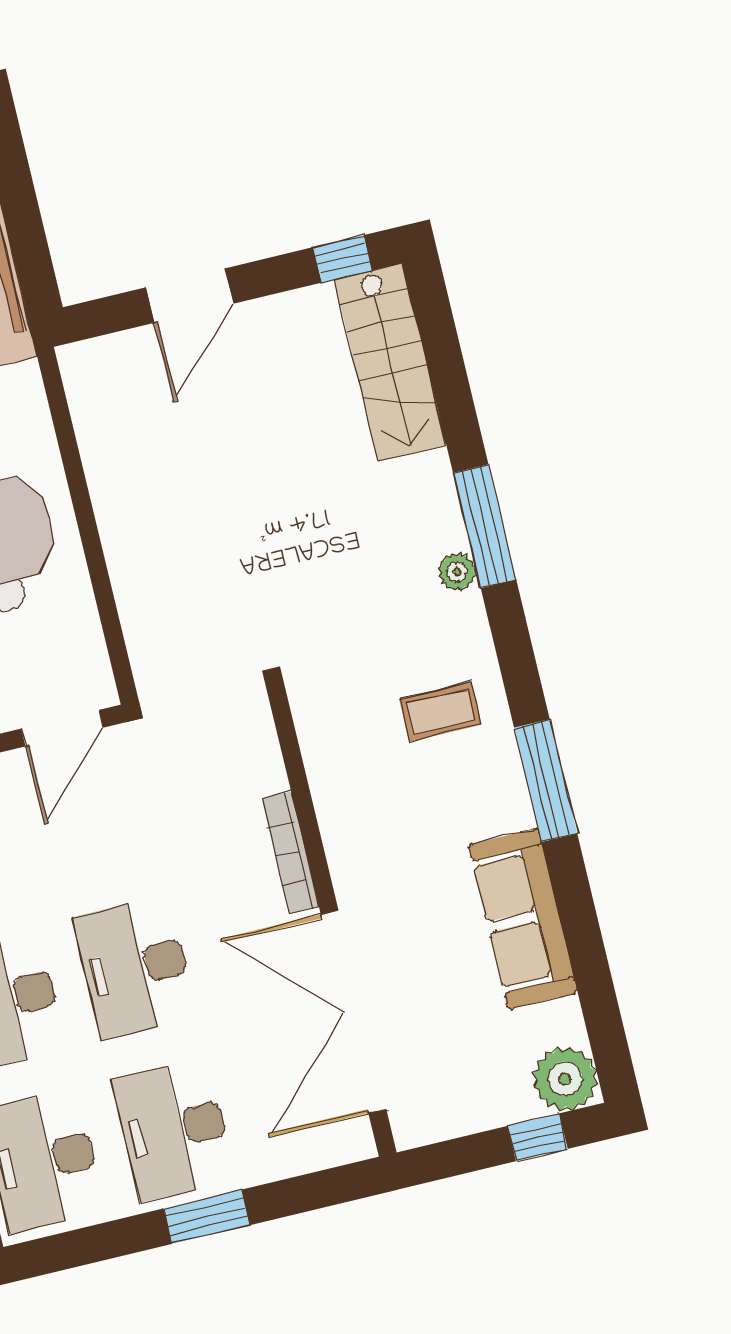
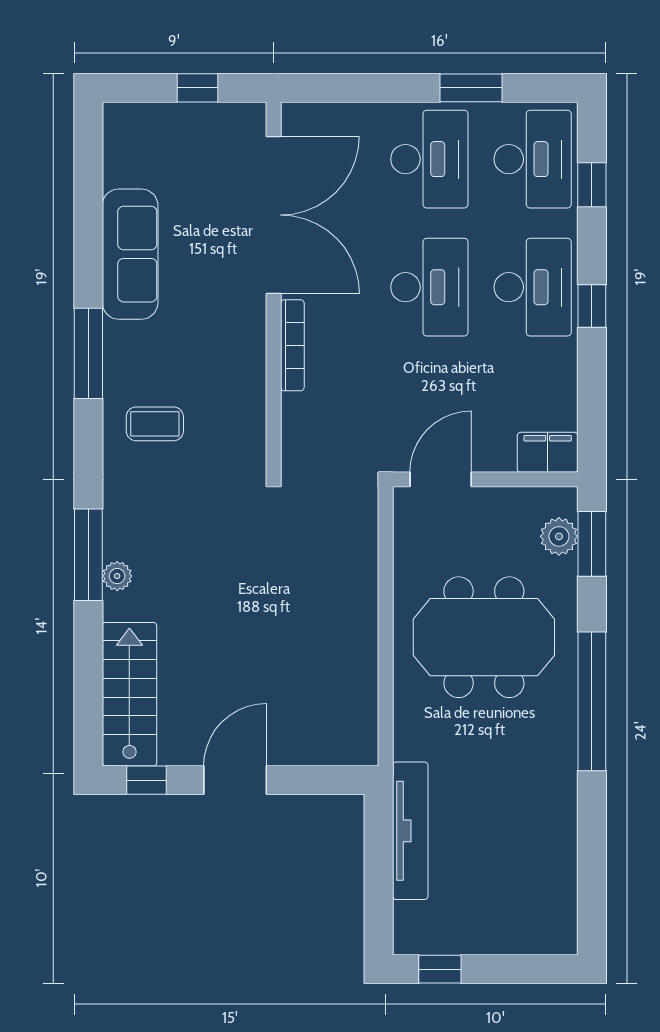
door: (190, 296) -> (235, 780), moved
plant: (457, 572) -> (117, 576), moved
plant: (565, 1079) -> (127, 127), removed
window: (538, 1137) -> (197, 88), moved
window: (207, 1217) -> (471, 88), moved

